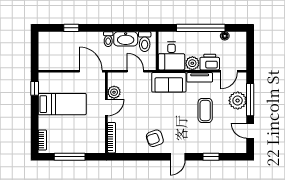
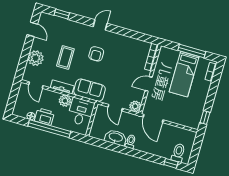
window: (71, 28) -> (171, 163), moved
toilet: (145, 42) -> (178, 153), moved
printer: (210, 62) -> (44, 117), moved, turned 180
door: (229, 71) -> (36, 85), swing flipped
plant: (114, 92) -> (135, 106), moved
window: (250, 100) -> (25, 56), removed
bed: (62, 104) -> (184, 74), moved, turned -90
armchair: (155, 138) -> (96, 54), moved, turned 109
window: (211, 157) -> (62, 14), moved

